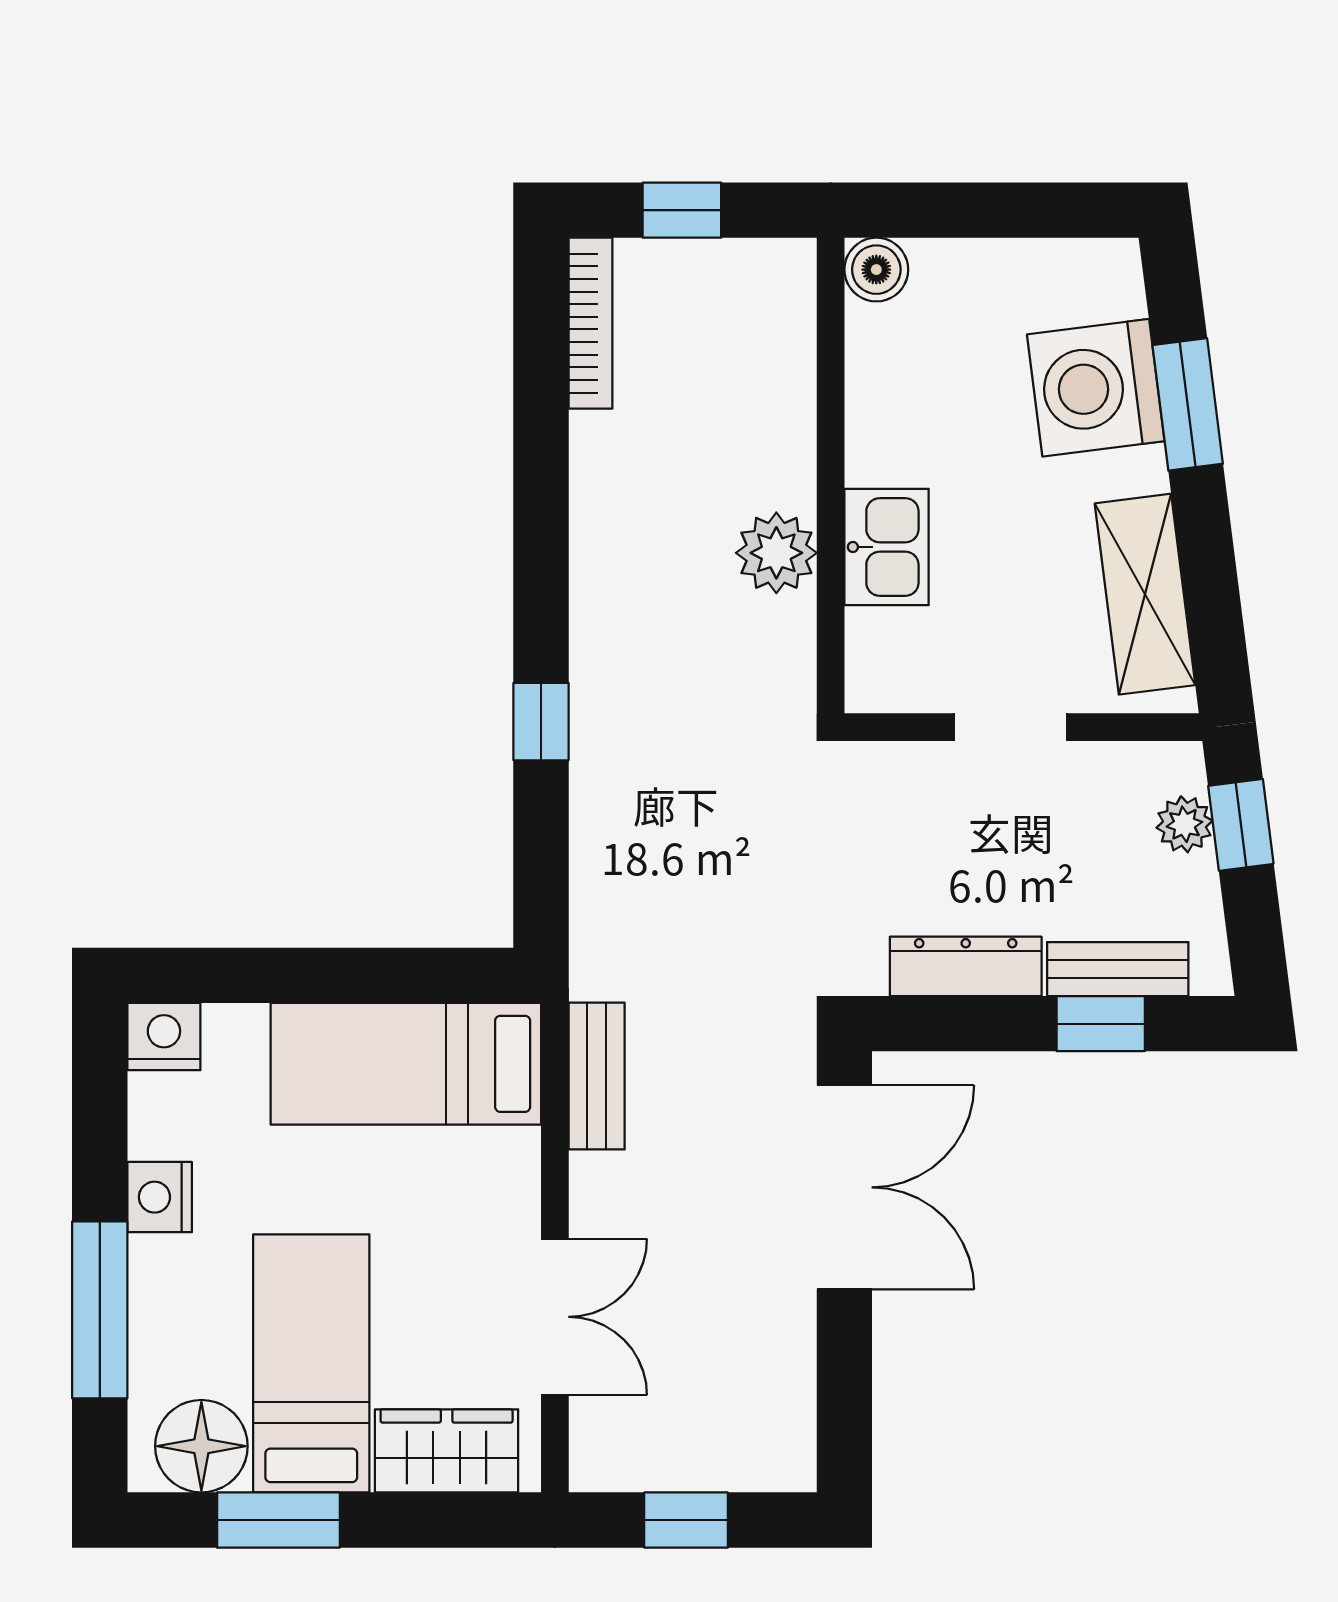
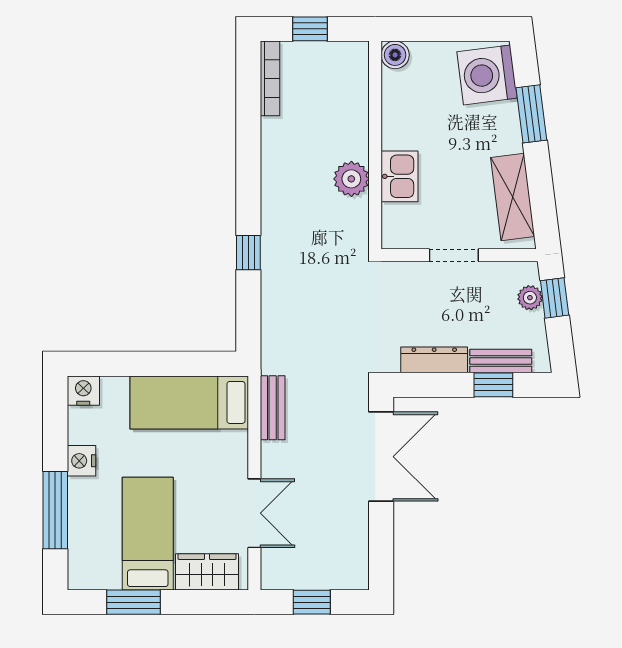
washing machine: (1096, 388) -> (487, 75), moved
floor lamp: (201, 1446) -> (100, 570), removed

